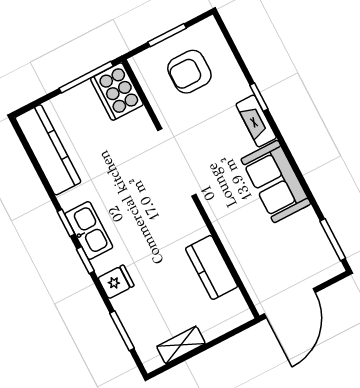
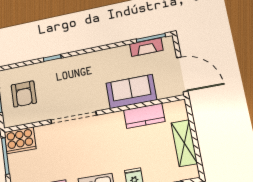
fireplace: (256, 121) -> (146, 47), moved
sofa: (276, 182) -> (131, 92), moved, turned 180
shelving: (181, 345) -> (184, 143), width x1.50, depth x1.33

